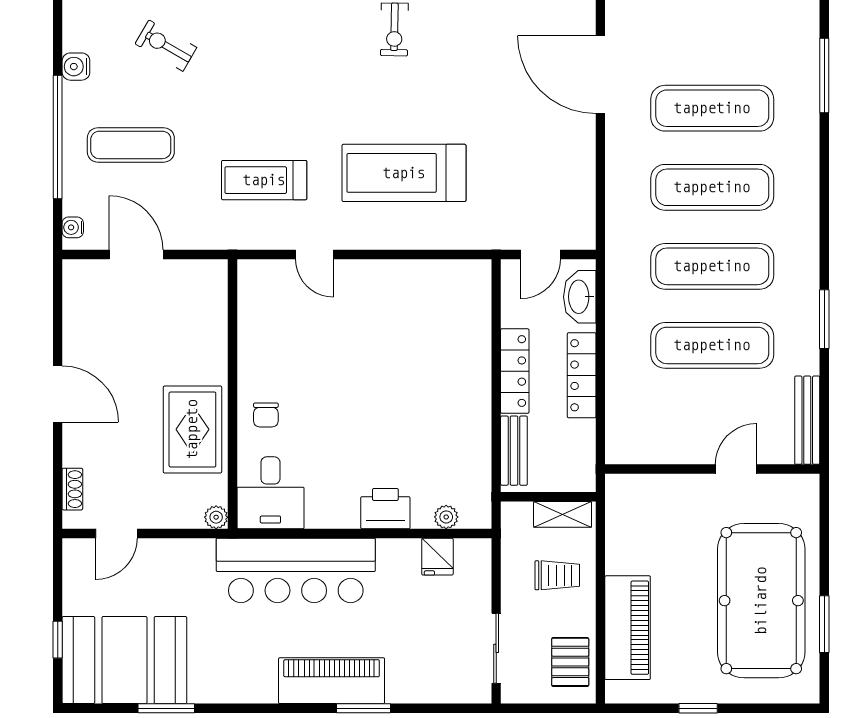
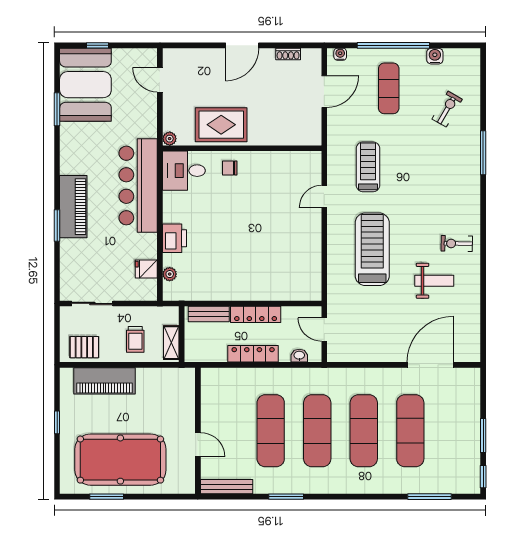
weight bench: (458, 68) -> (434, 281), added
washbasin: (580, 297) -> (299, 356), width x0.52, depth x0.69
shoe rack: (72, 489) -> (288, 54), moved

